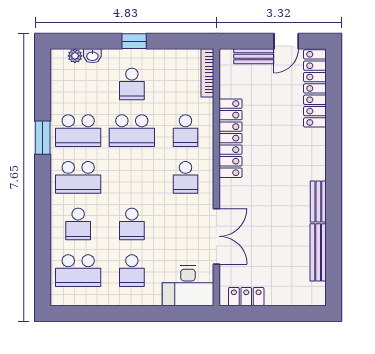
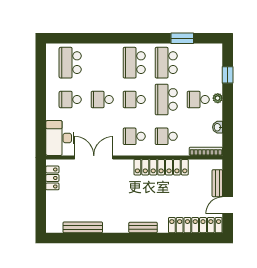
window: (134, 41) -> (228, 75), moved
door: (286, 41) -> (228, 205), hinge flipped
plant: (75, 56) -> (218, 98), moved
washbasin: (92, 56) -> (218, 127), moved
window: (43, 138) -> (182, 38), moved
bench: (318, 201) -> (143, 227), moved
school desk: (78, 224) -> (134, 99), moved
double door: (216, 236) -> (94, 157), swing flipped

